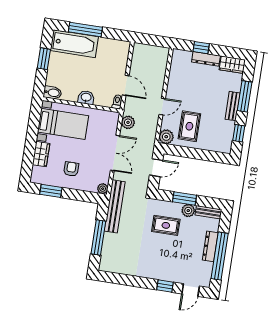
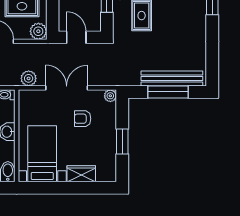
armchair: (71, 169) -> (83, 119), moved
window: (51, 191) -> (122, 141), moved
bench: (115, 206) -> (172, 79), moved

